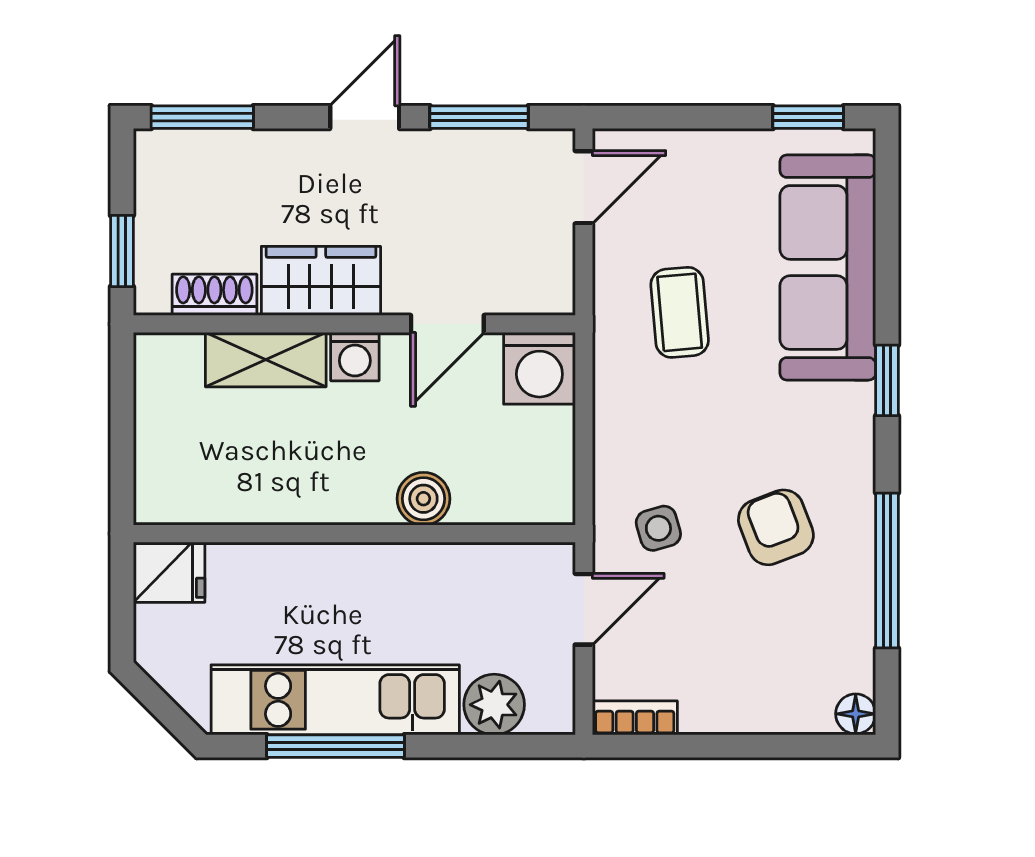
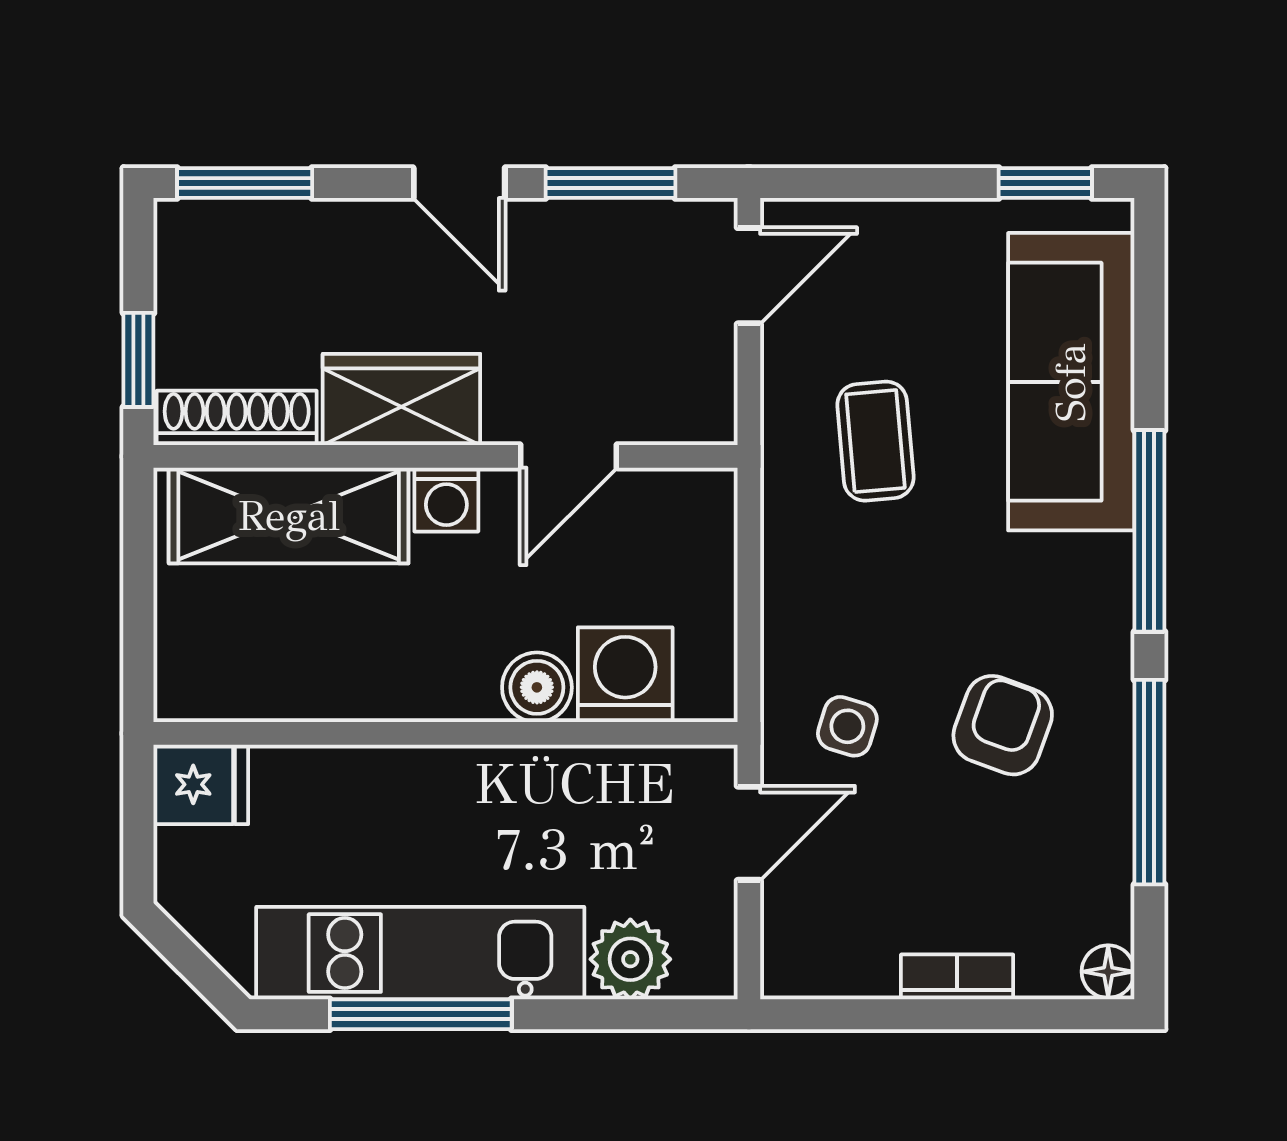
door: (365, 117) -> (459, 183), swing flipped
shoe rack: (214, 295) -> (237, 418), width x1.43
shelving: (266, 360) -> (289, 516), width x1.50, depth x1.33
washing machine: (539, 368) -> (625, 675), moved, turned 180
window: (887, 380) -> (1149, 531), width x2.17
armchair: (776, 527) -> (1003, 725), turned 41
side table: (658, 528) -> (847, 726), turned 33
bookcase: (635, 718) -> (957, 977), moved

